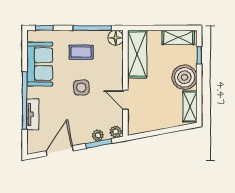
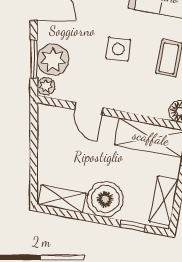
door: (125, 100) -> (89, 109), swing flipped
plant: (98, 135) -> (53, 60), width x1.88, depth x1.88

